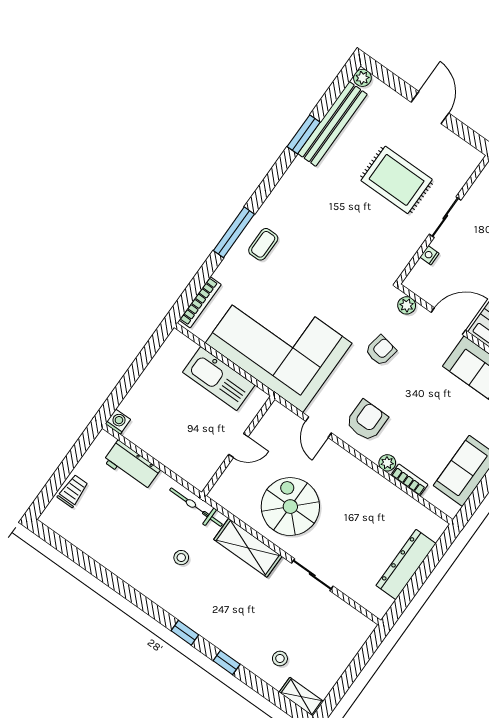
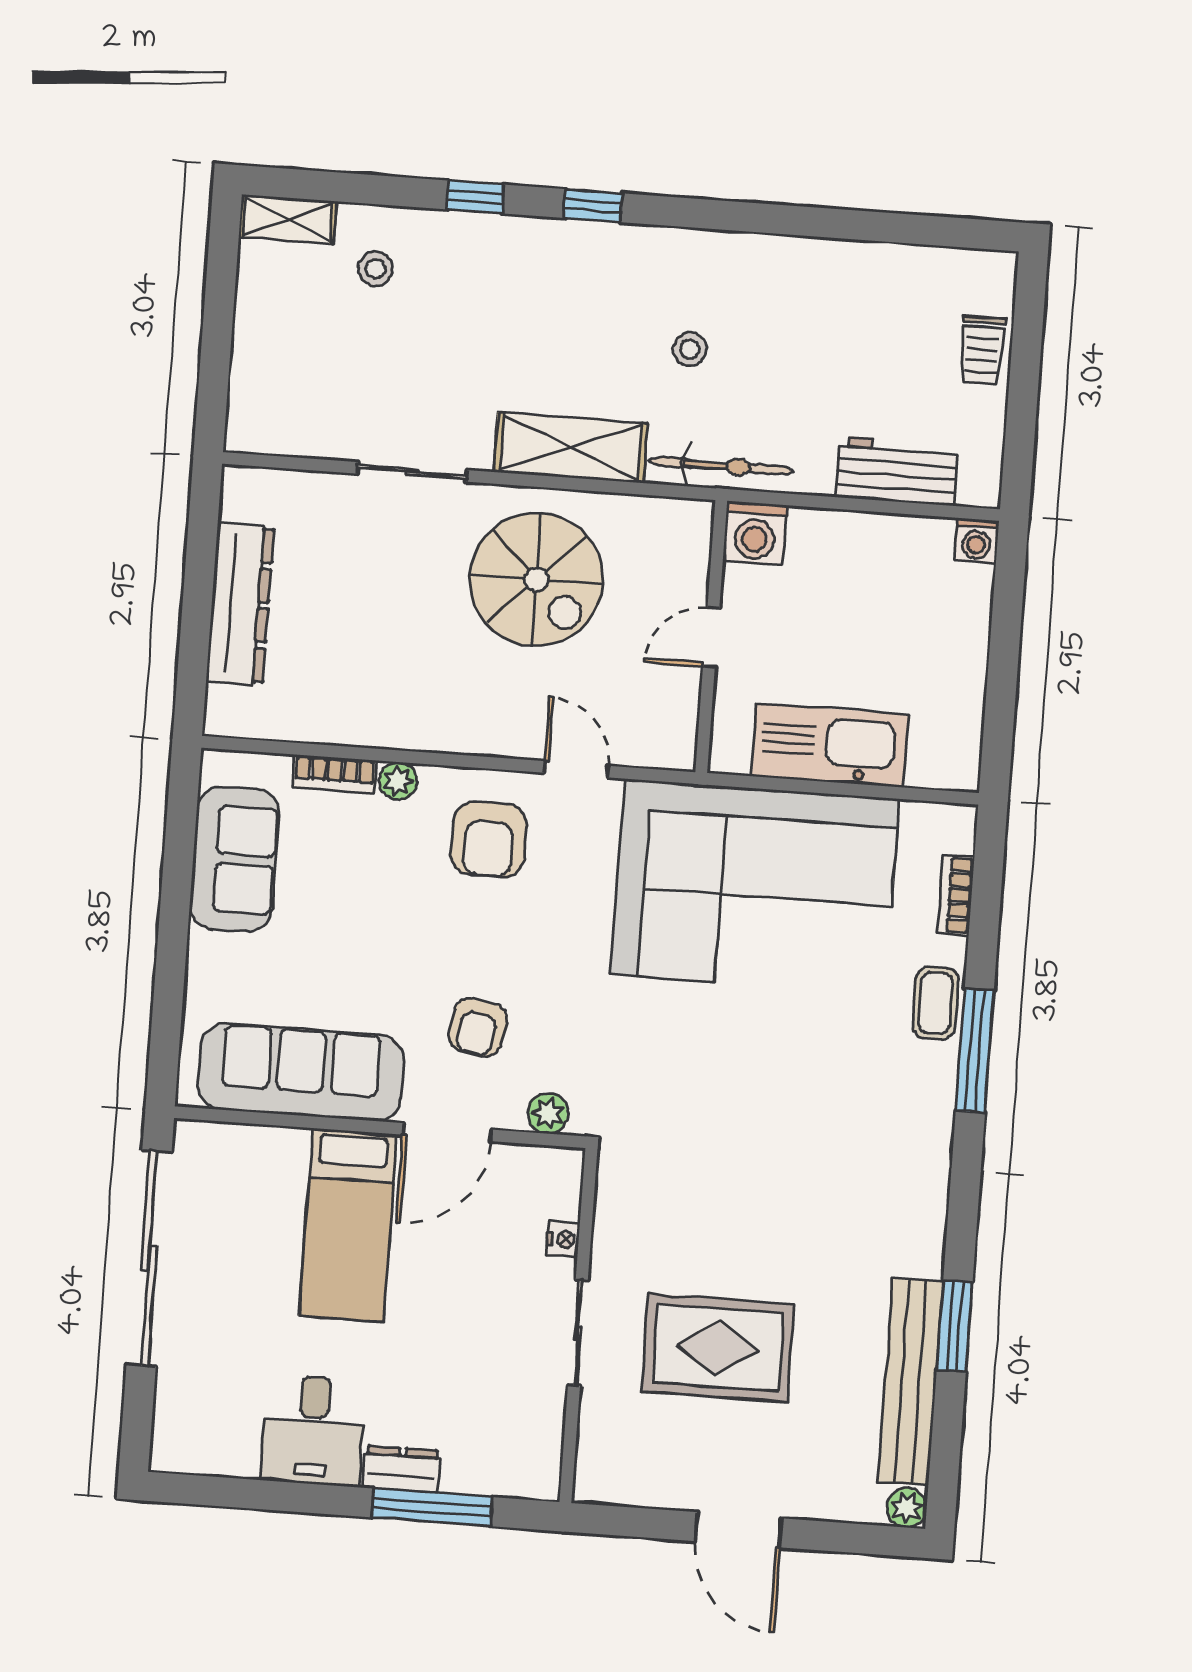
coffee table: (263, 244) -> (936, 1003), moved
bookcase: (200, 302) -> (956, 895), width x0.64
armchair: (381, 351) -> (478, 1027), moved
washing machine: (199, 474) -> (755, 533), added

